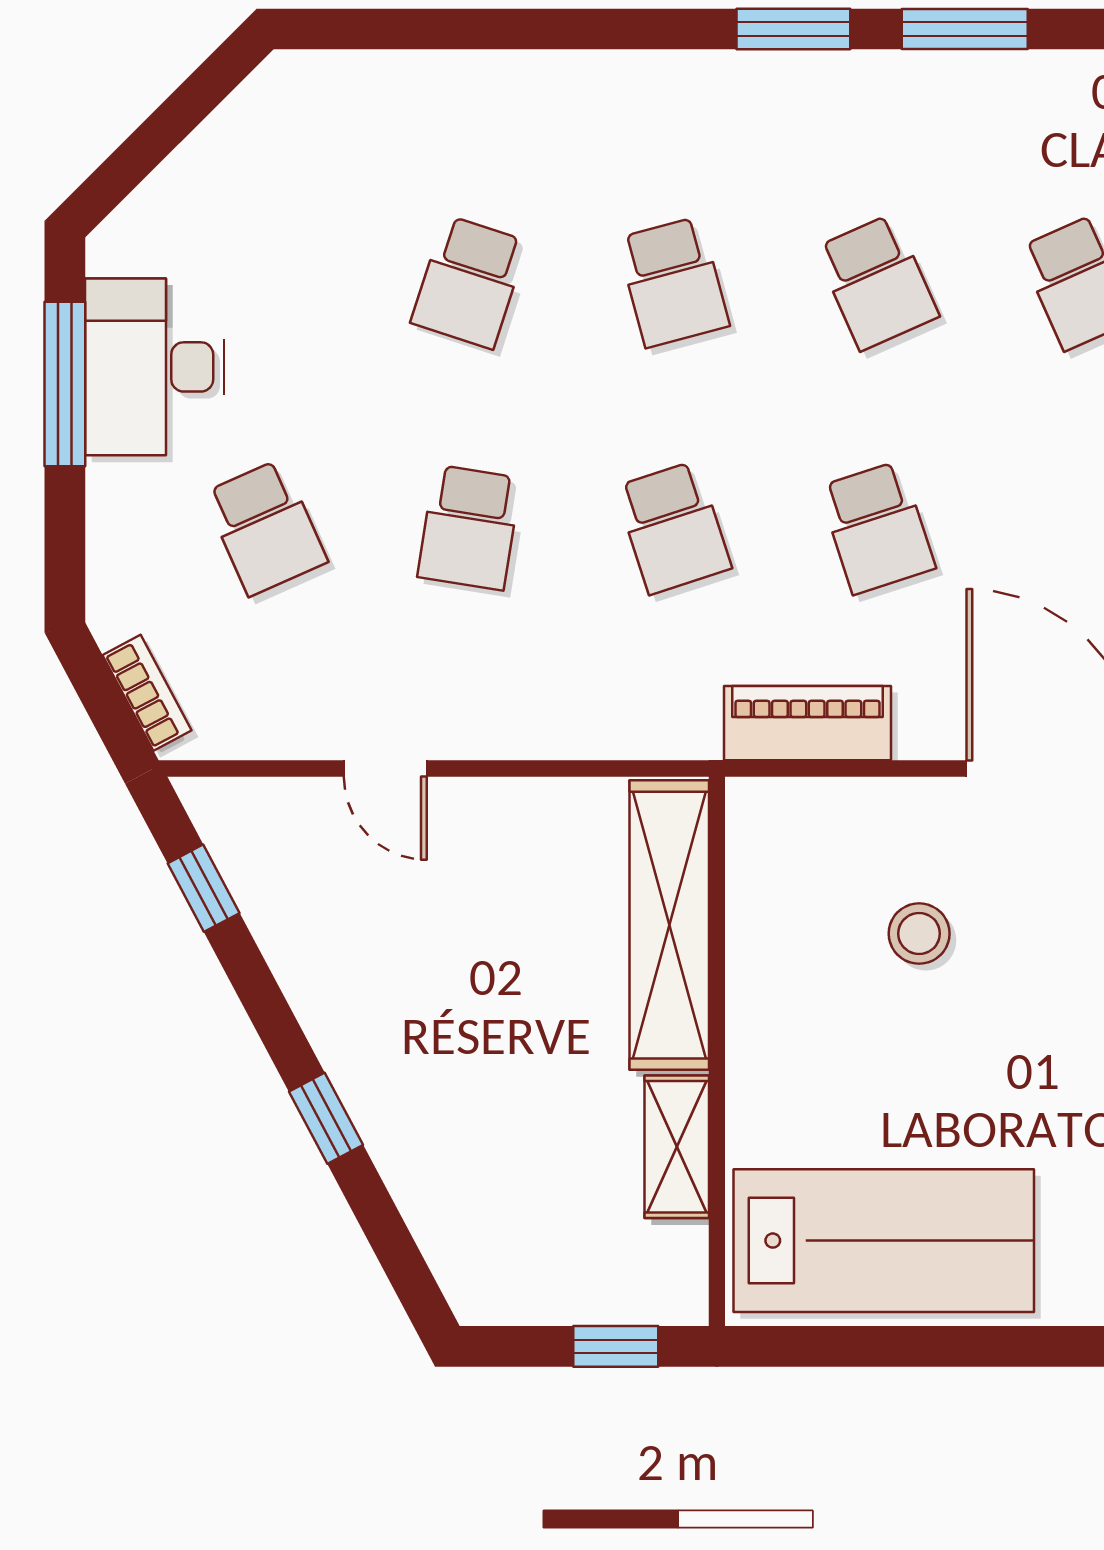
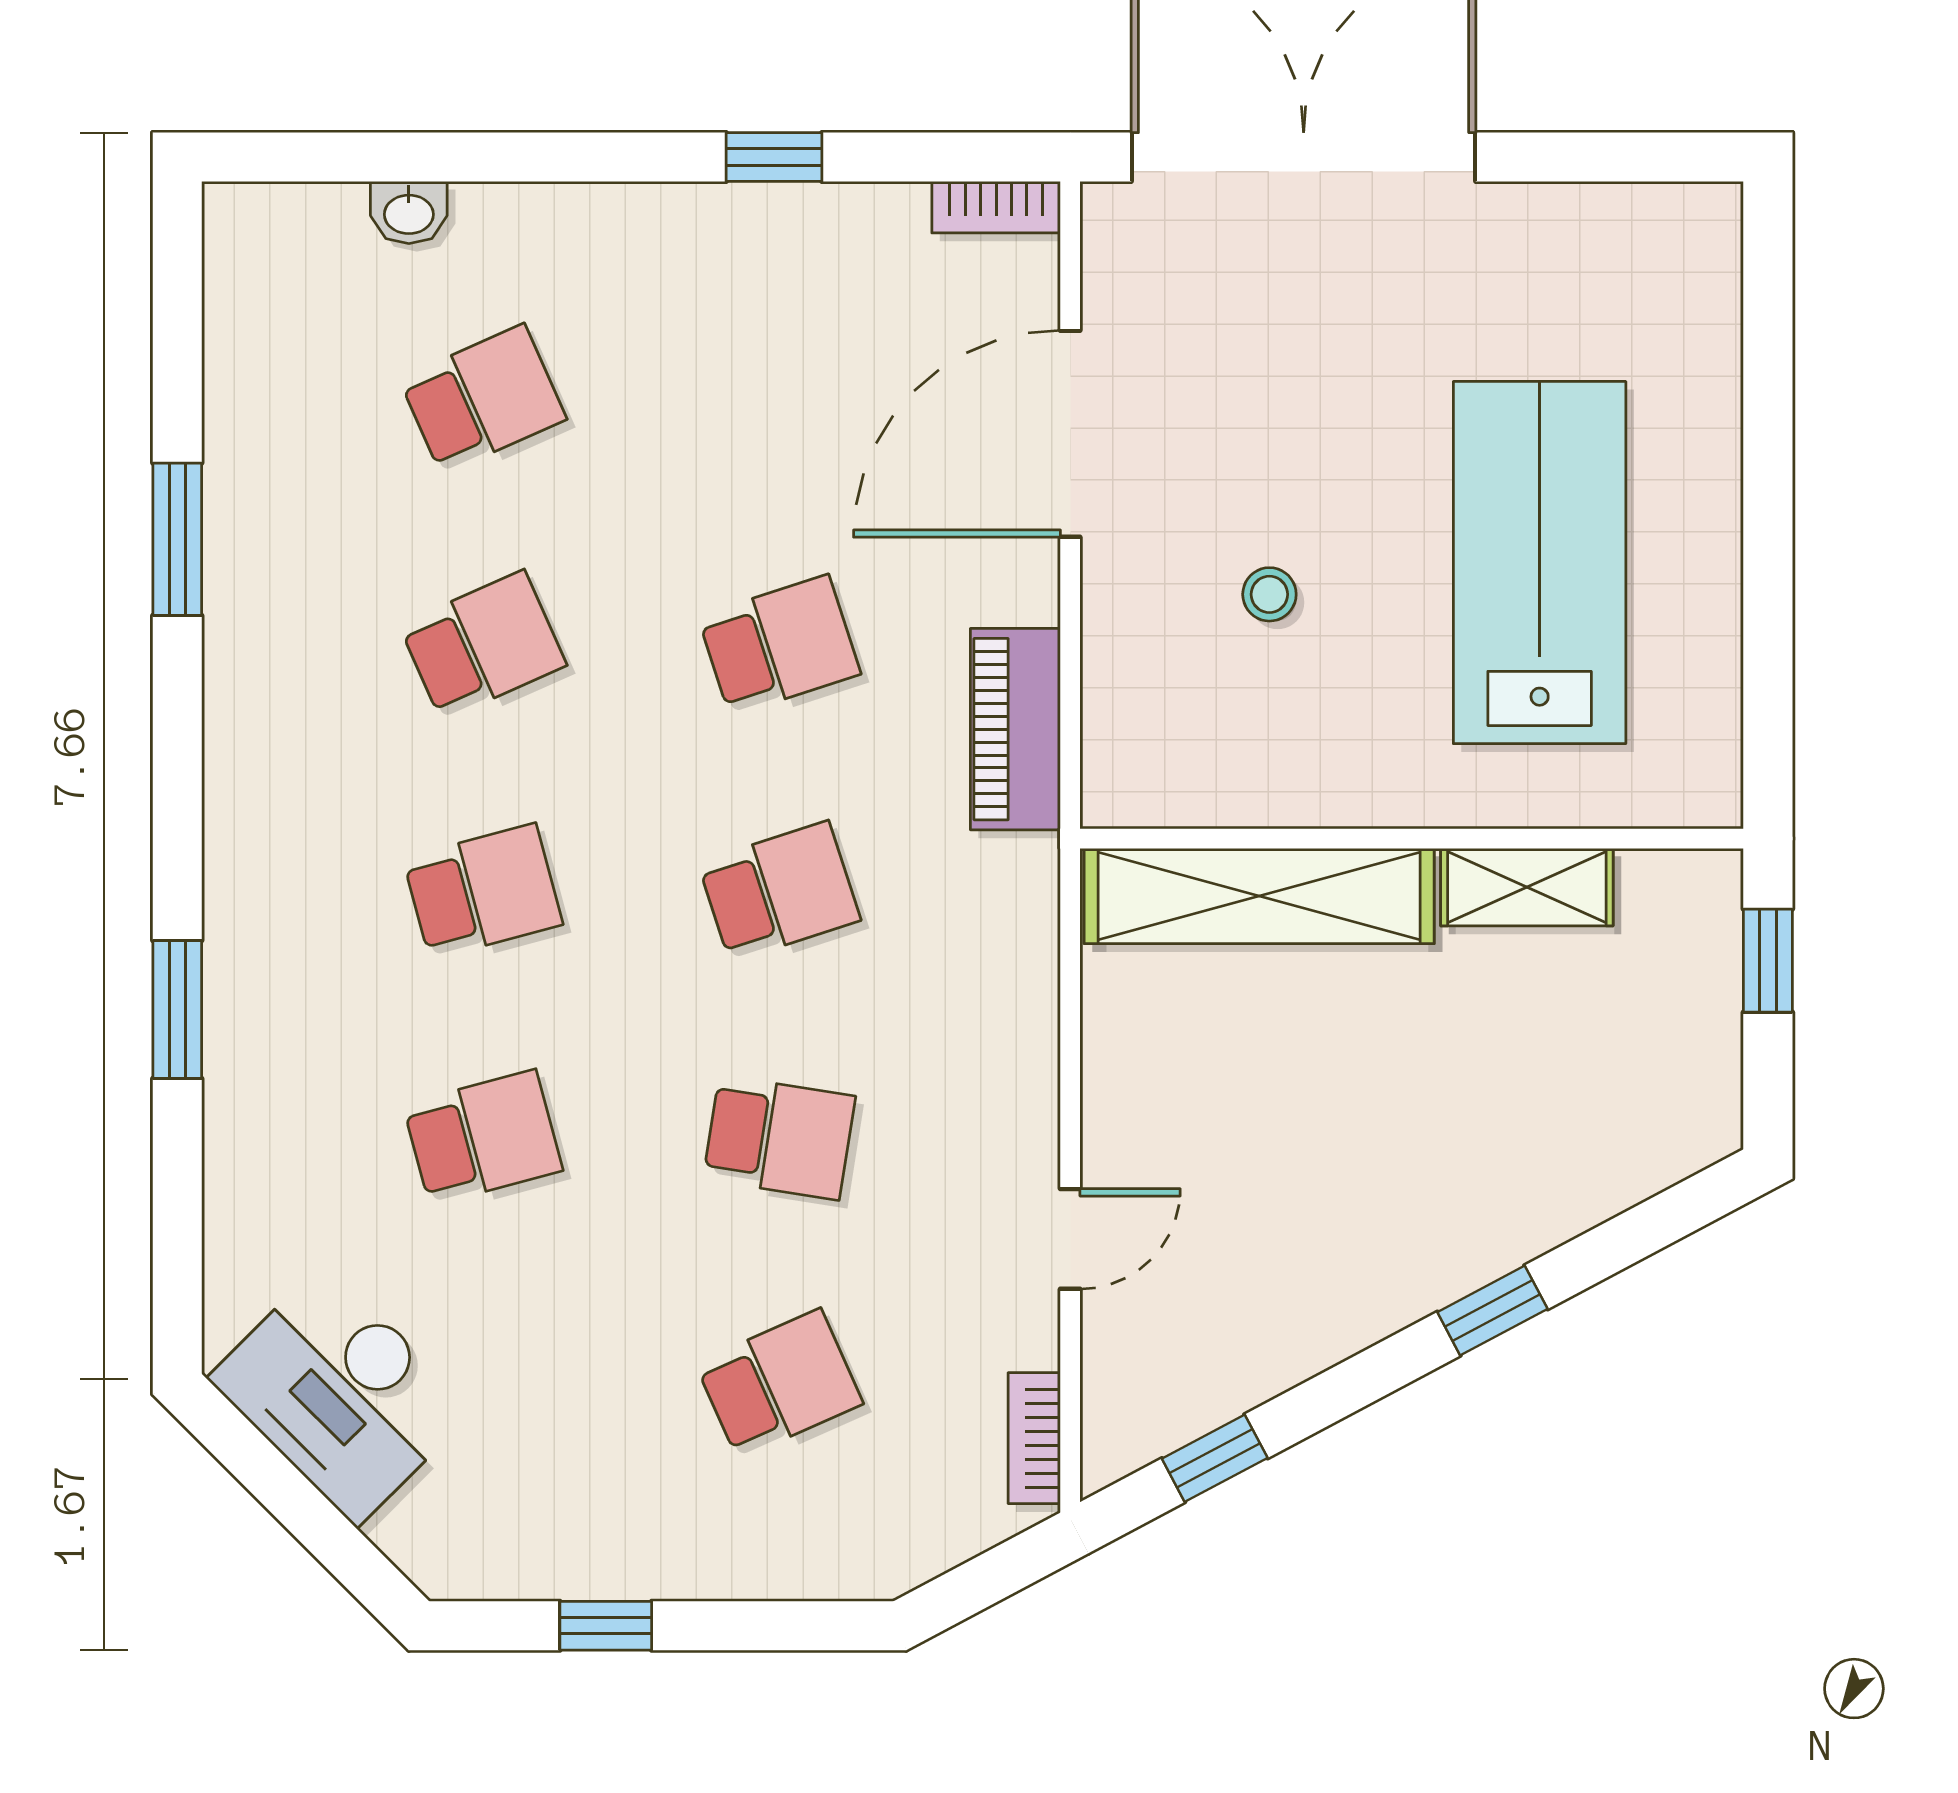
window: (793, 29) -> (177, 1010), moved
school desk: (469, 282) -> (483, 1138), turned -33
desk: (155, 367) -> (341, 1394), moved, turned 45
window: (65, 384) -> (606, 1626), width x0.46
bookcase: (147, 693) -> (1034, 1438), moved, turned -62
stool: (919, 934) -> (1269, 594), width x0.73, depth x0.73
lab bench: (884, 1241) -> (1540, 563), moved

